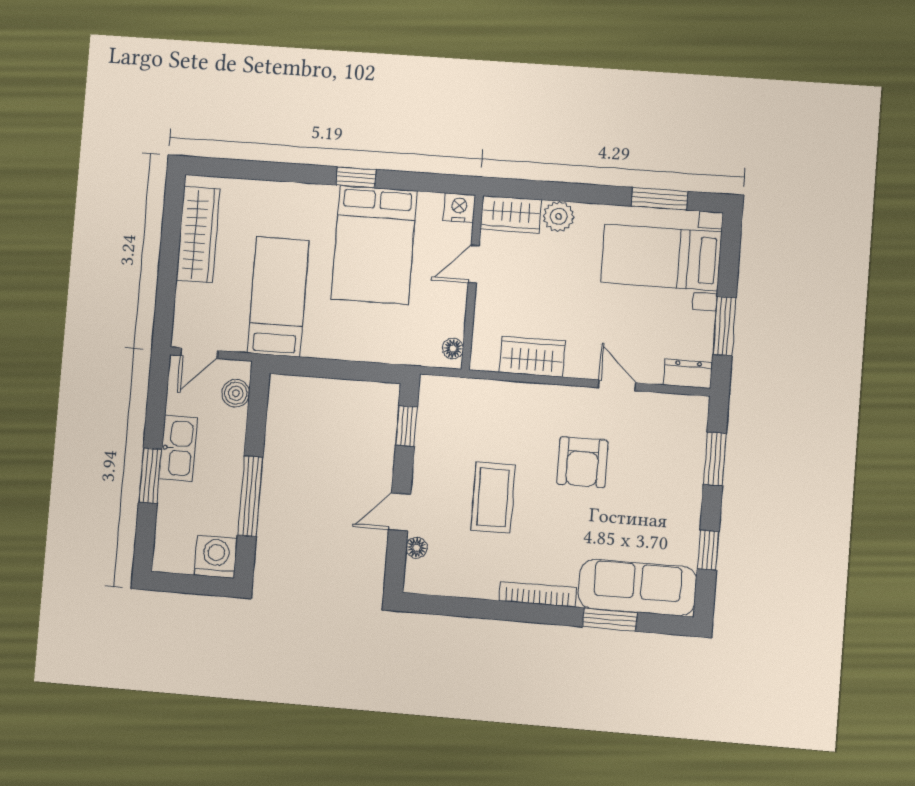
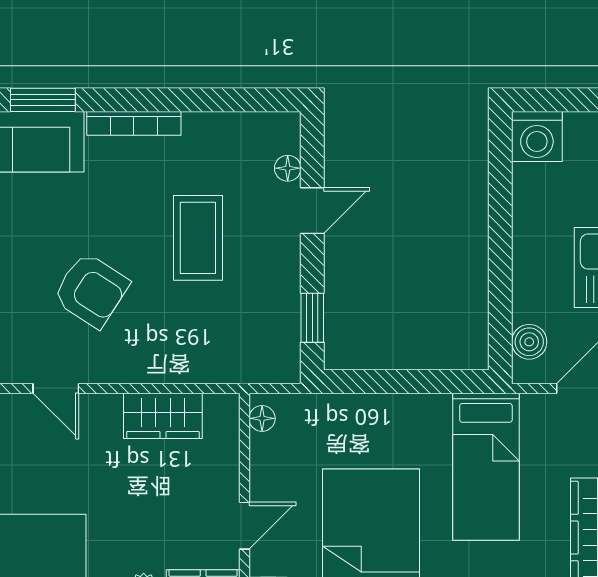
armchair: (582, 462) -> (91, 290), turned 123
window: (250, 496) -> (500, 215), removed

